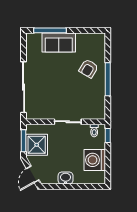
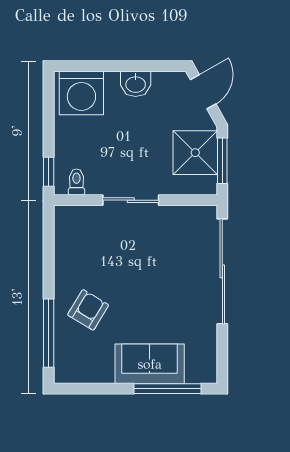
window: (108, 79) -> (49, 333), moved
washing machine: (95, 160) -> (81, 93), moved, turned 90

